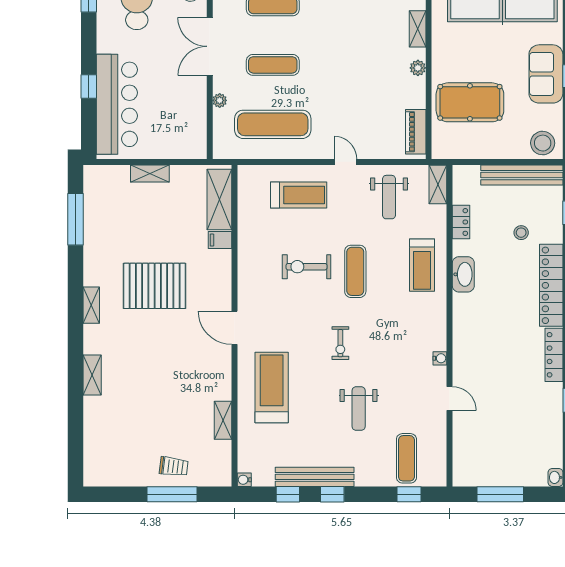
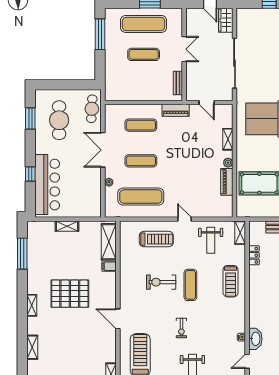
piano: (416, 132) -> (227, 182), moved
washbasin: (463, 274) -> (255, 339), moved
door: (450, 398) -> (247, 361), swing flipped

